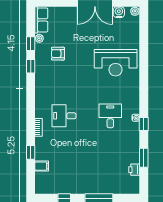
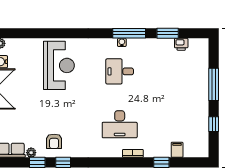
armchair: (58, 54) -> (54, 141), moved
desk: (64, 116) -> (120, 124), width x1.37
window: (144, 124) -> (129, 33), width x2.17

